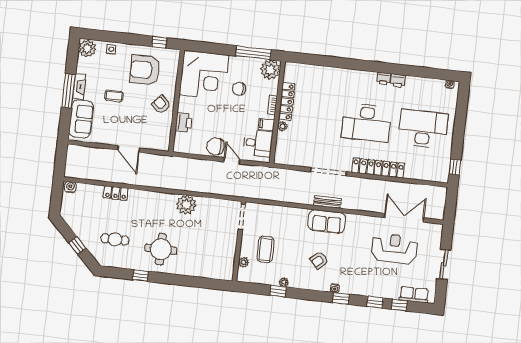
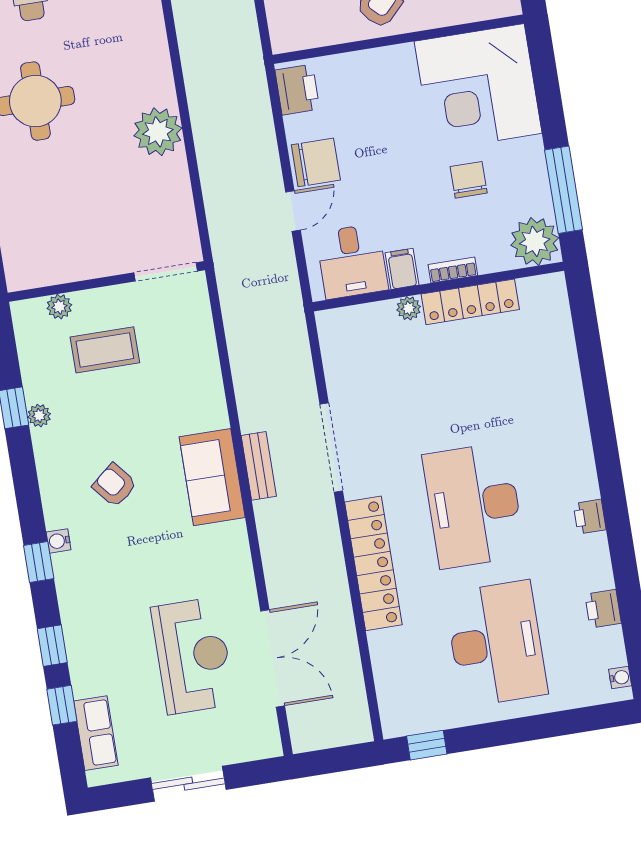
printer: (398, 81) -> (603, 609), moved
printer: (184, 122) -> (297, 90), moved, turned -90
chair: (215, 146) -> (316, 162), turned 90

